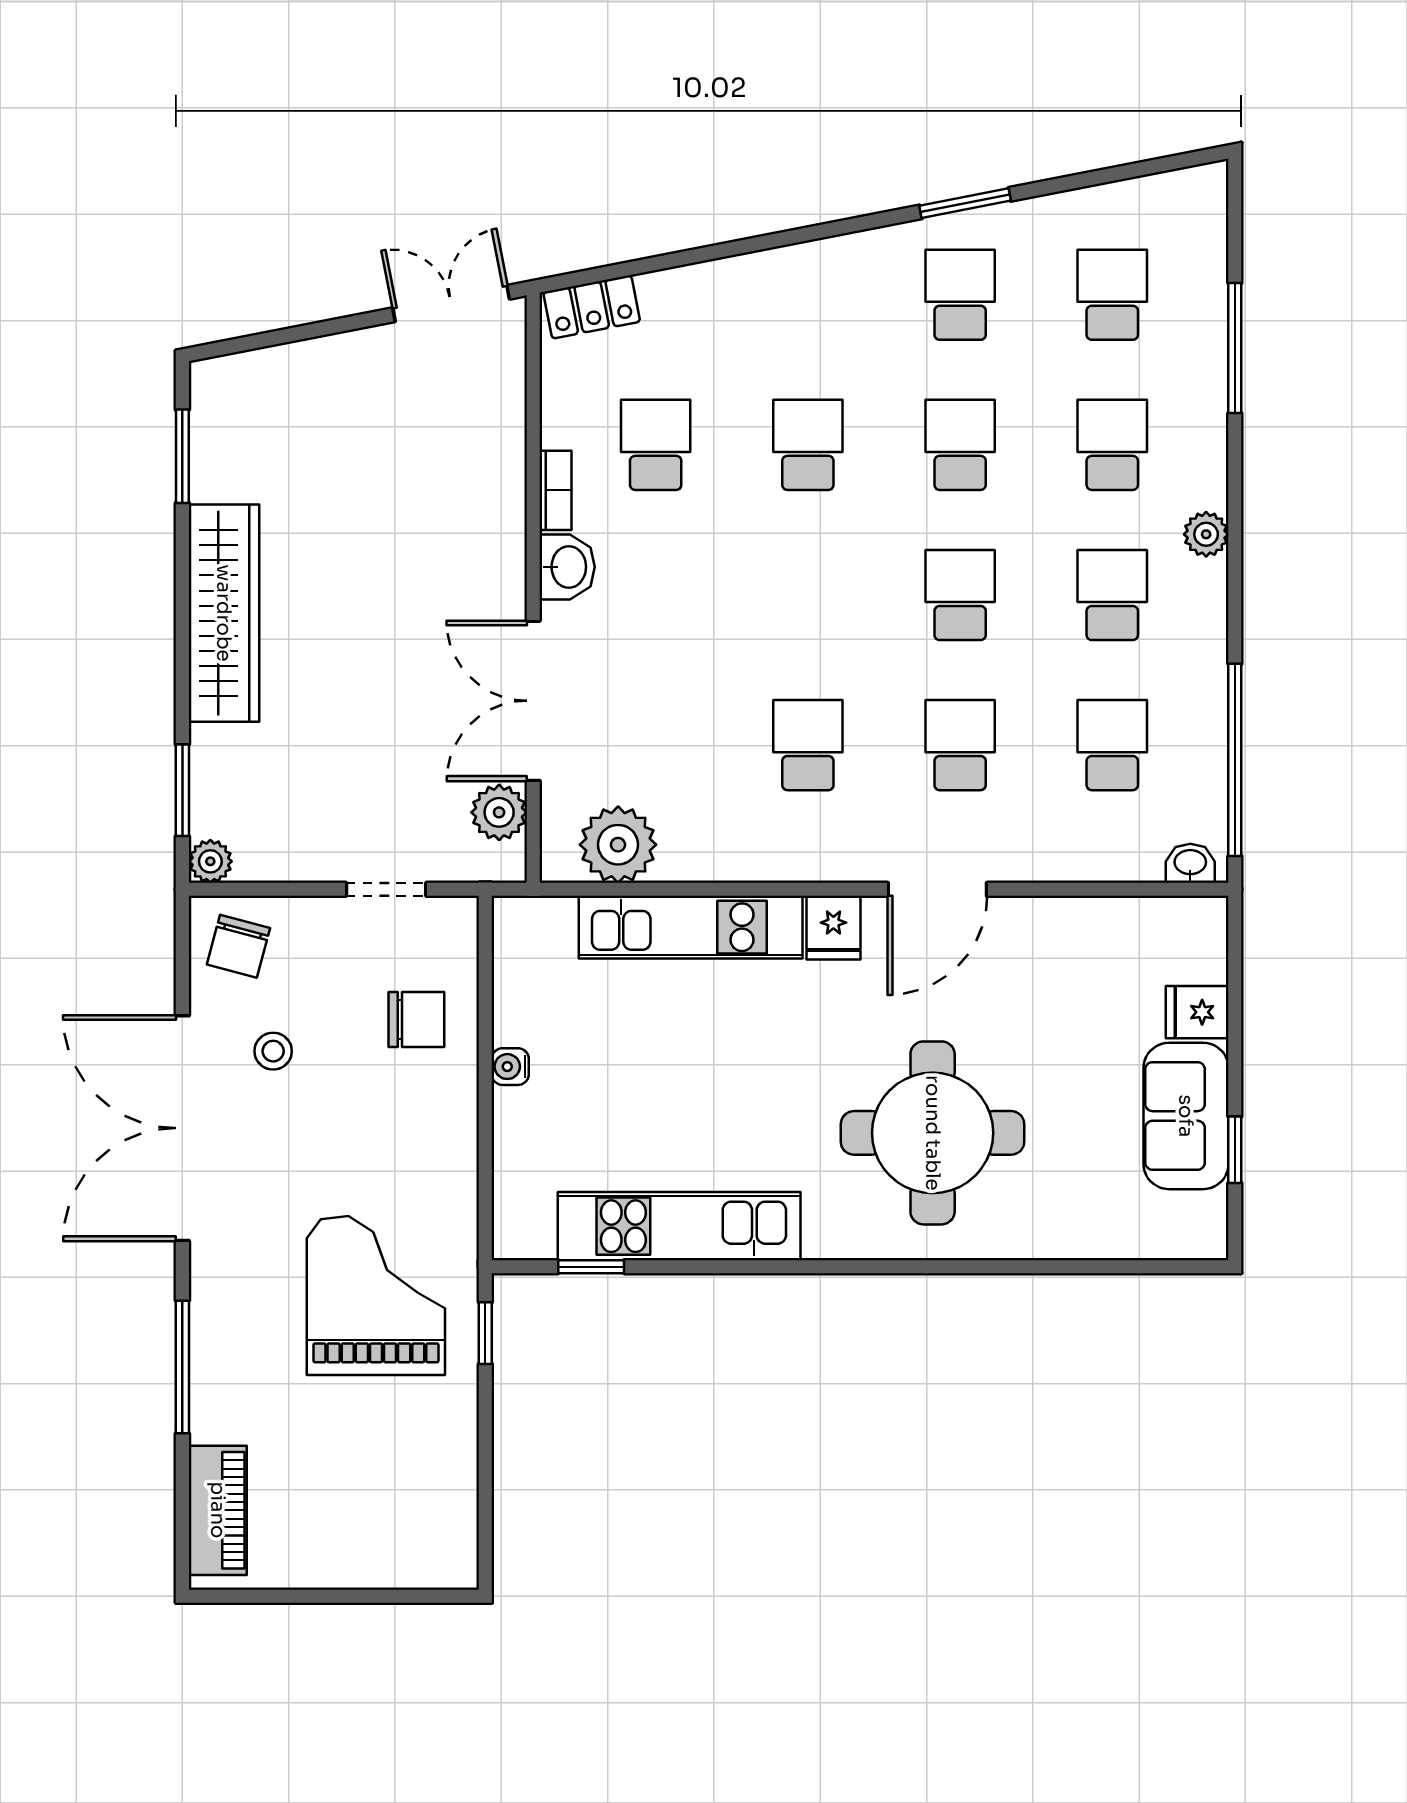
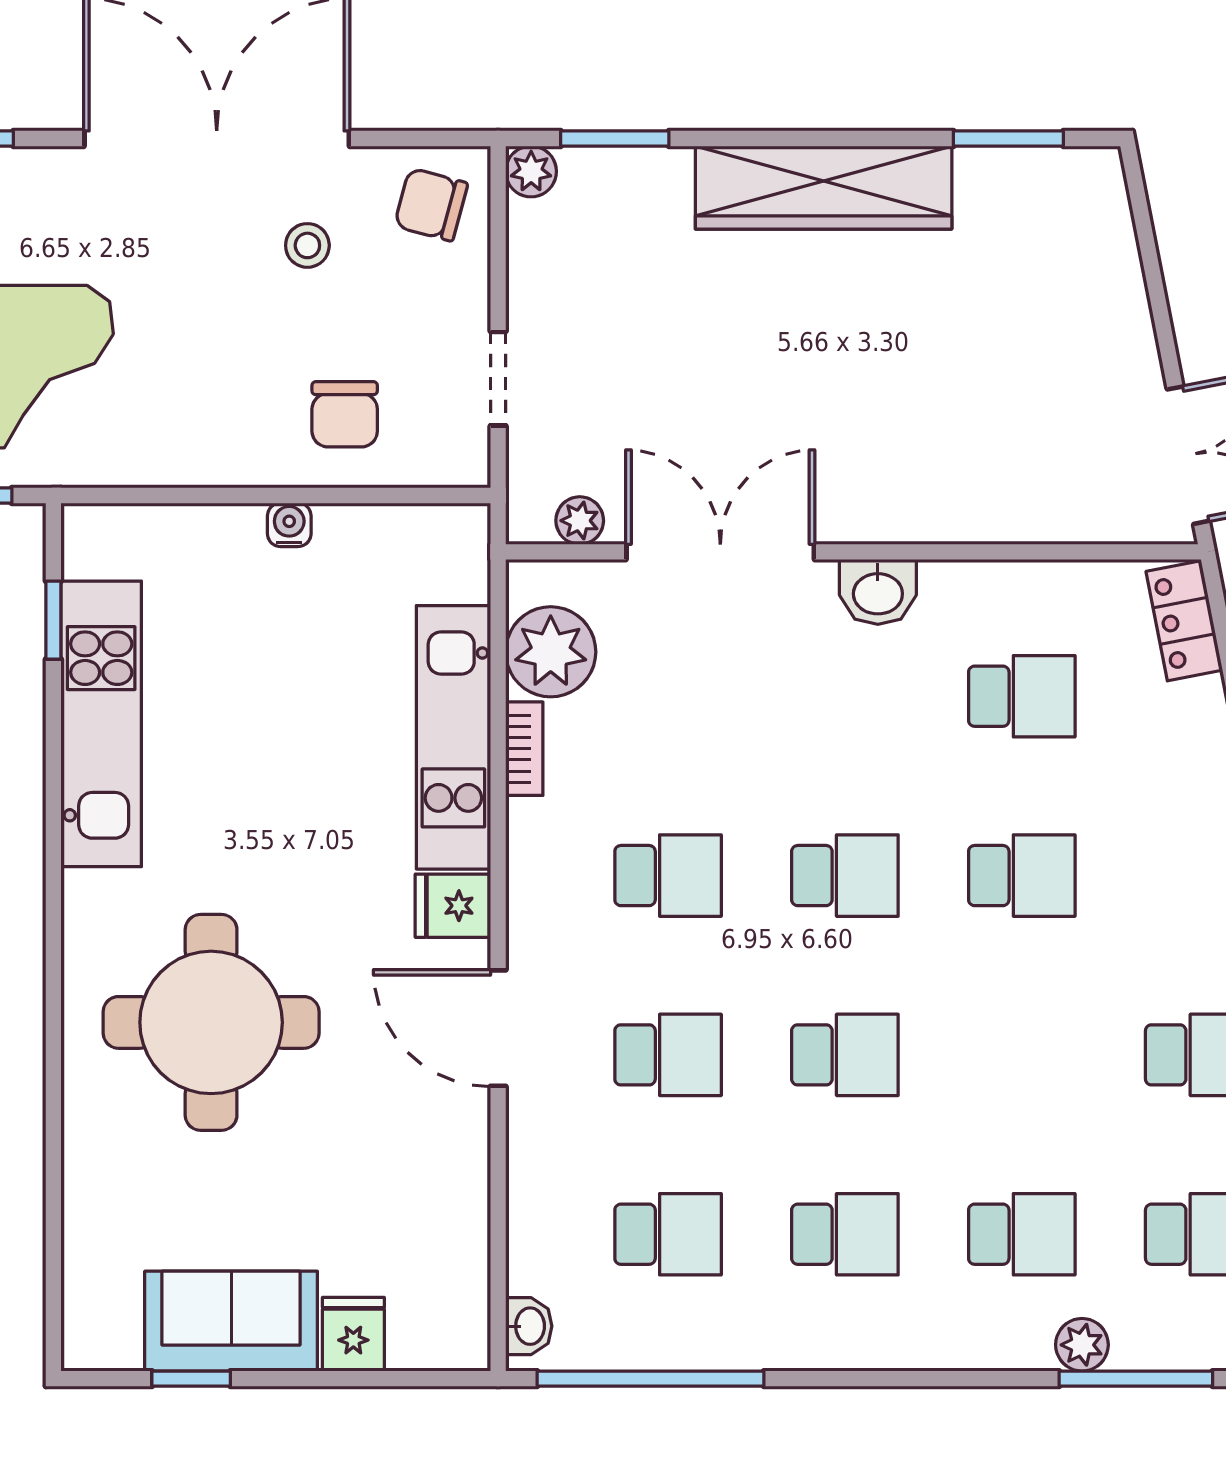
school desk: (960, 445) -> (845, 876), moved
bookcase: (555, 490) -> (524, 749), moved, turned -90
plant: (1206, 534) -> (1082, 1345), moved
plant: (499, 812) -> (580, 521), width x0.73, depth x0.73

